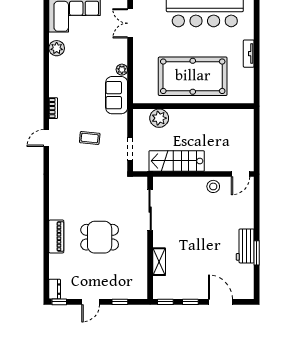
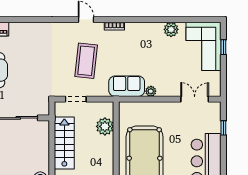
coffee table: (90, 138) -> (86, 61), width x1.86, depth x1.72

